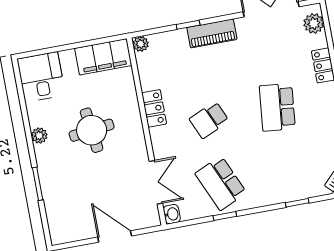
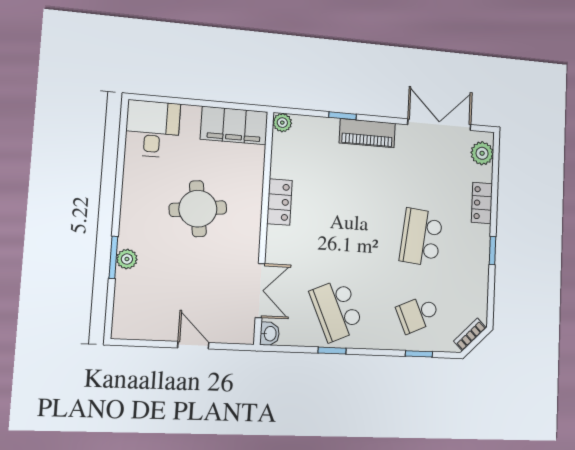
school desk: (209, 120) -> (418, 314), moved
plant: (39, 136) -> (127, 259), moved
door: (115, 236) -> (193, 345), width x0.73

